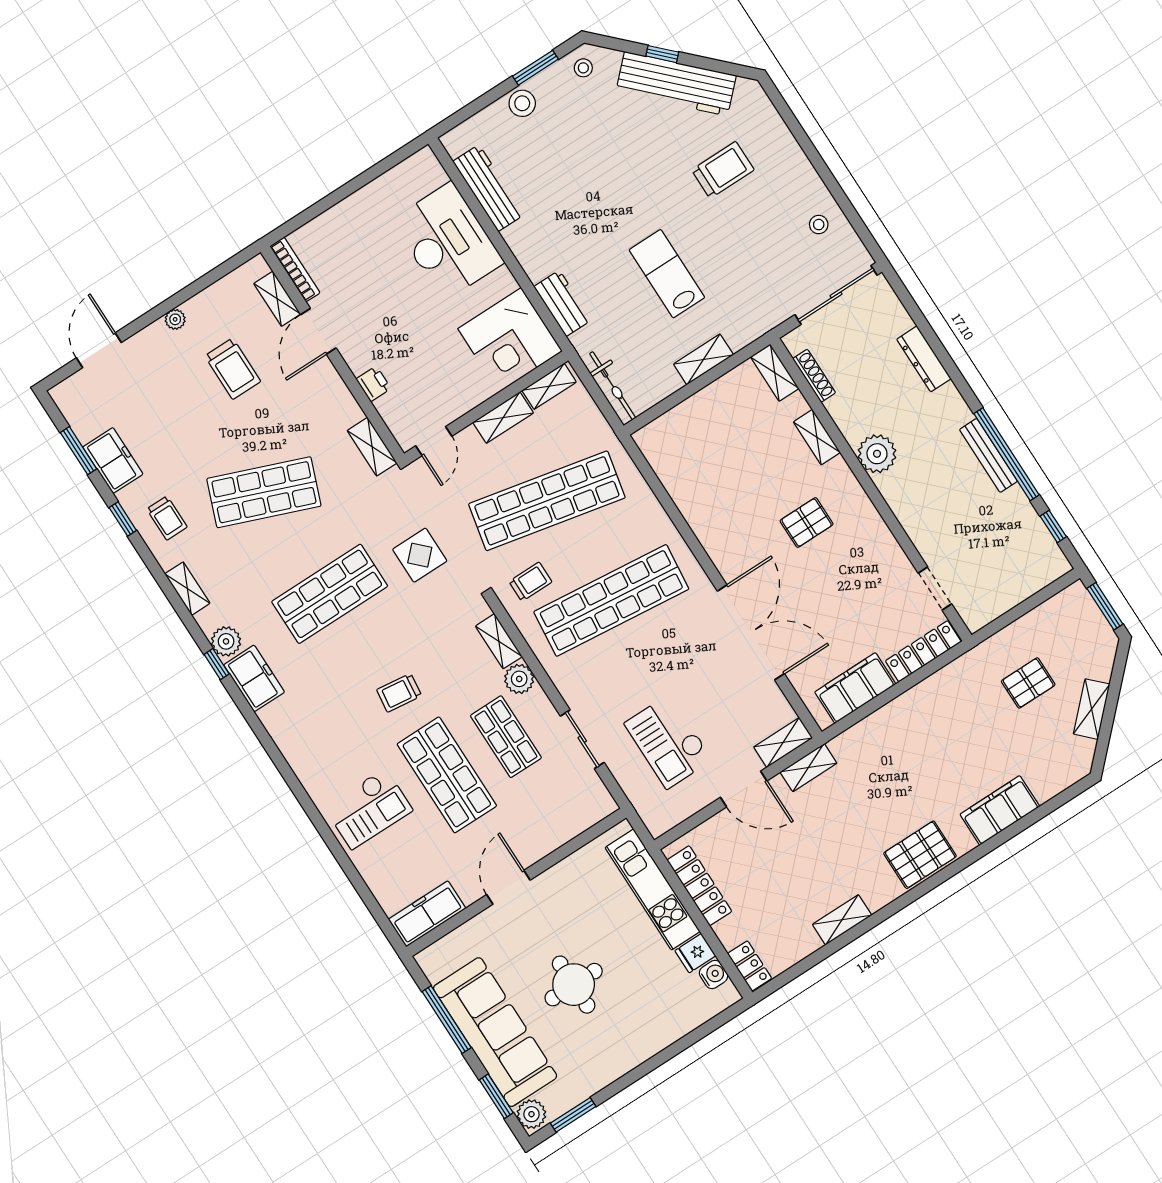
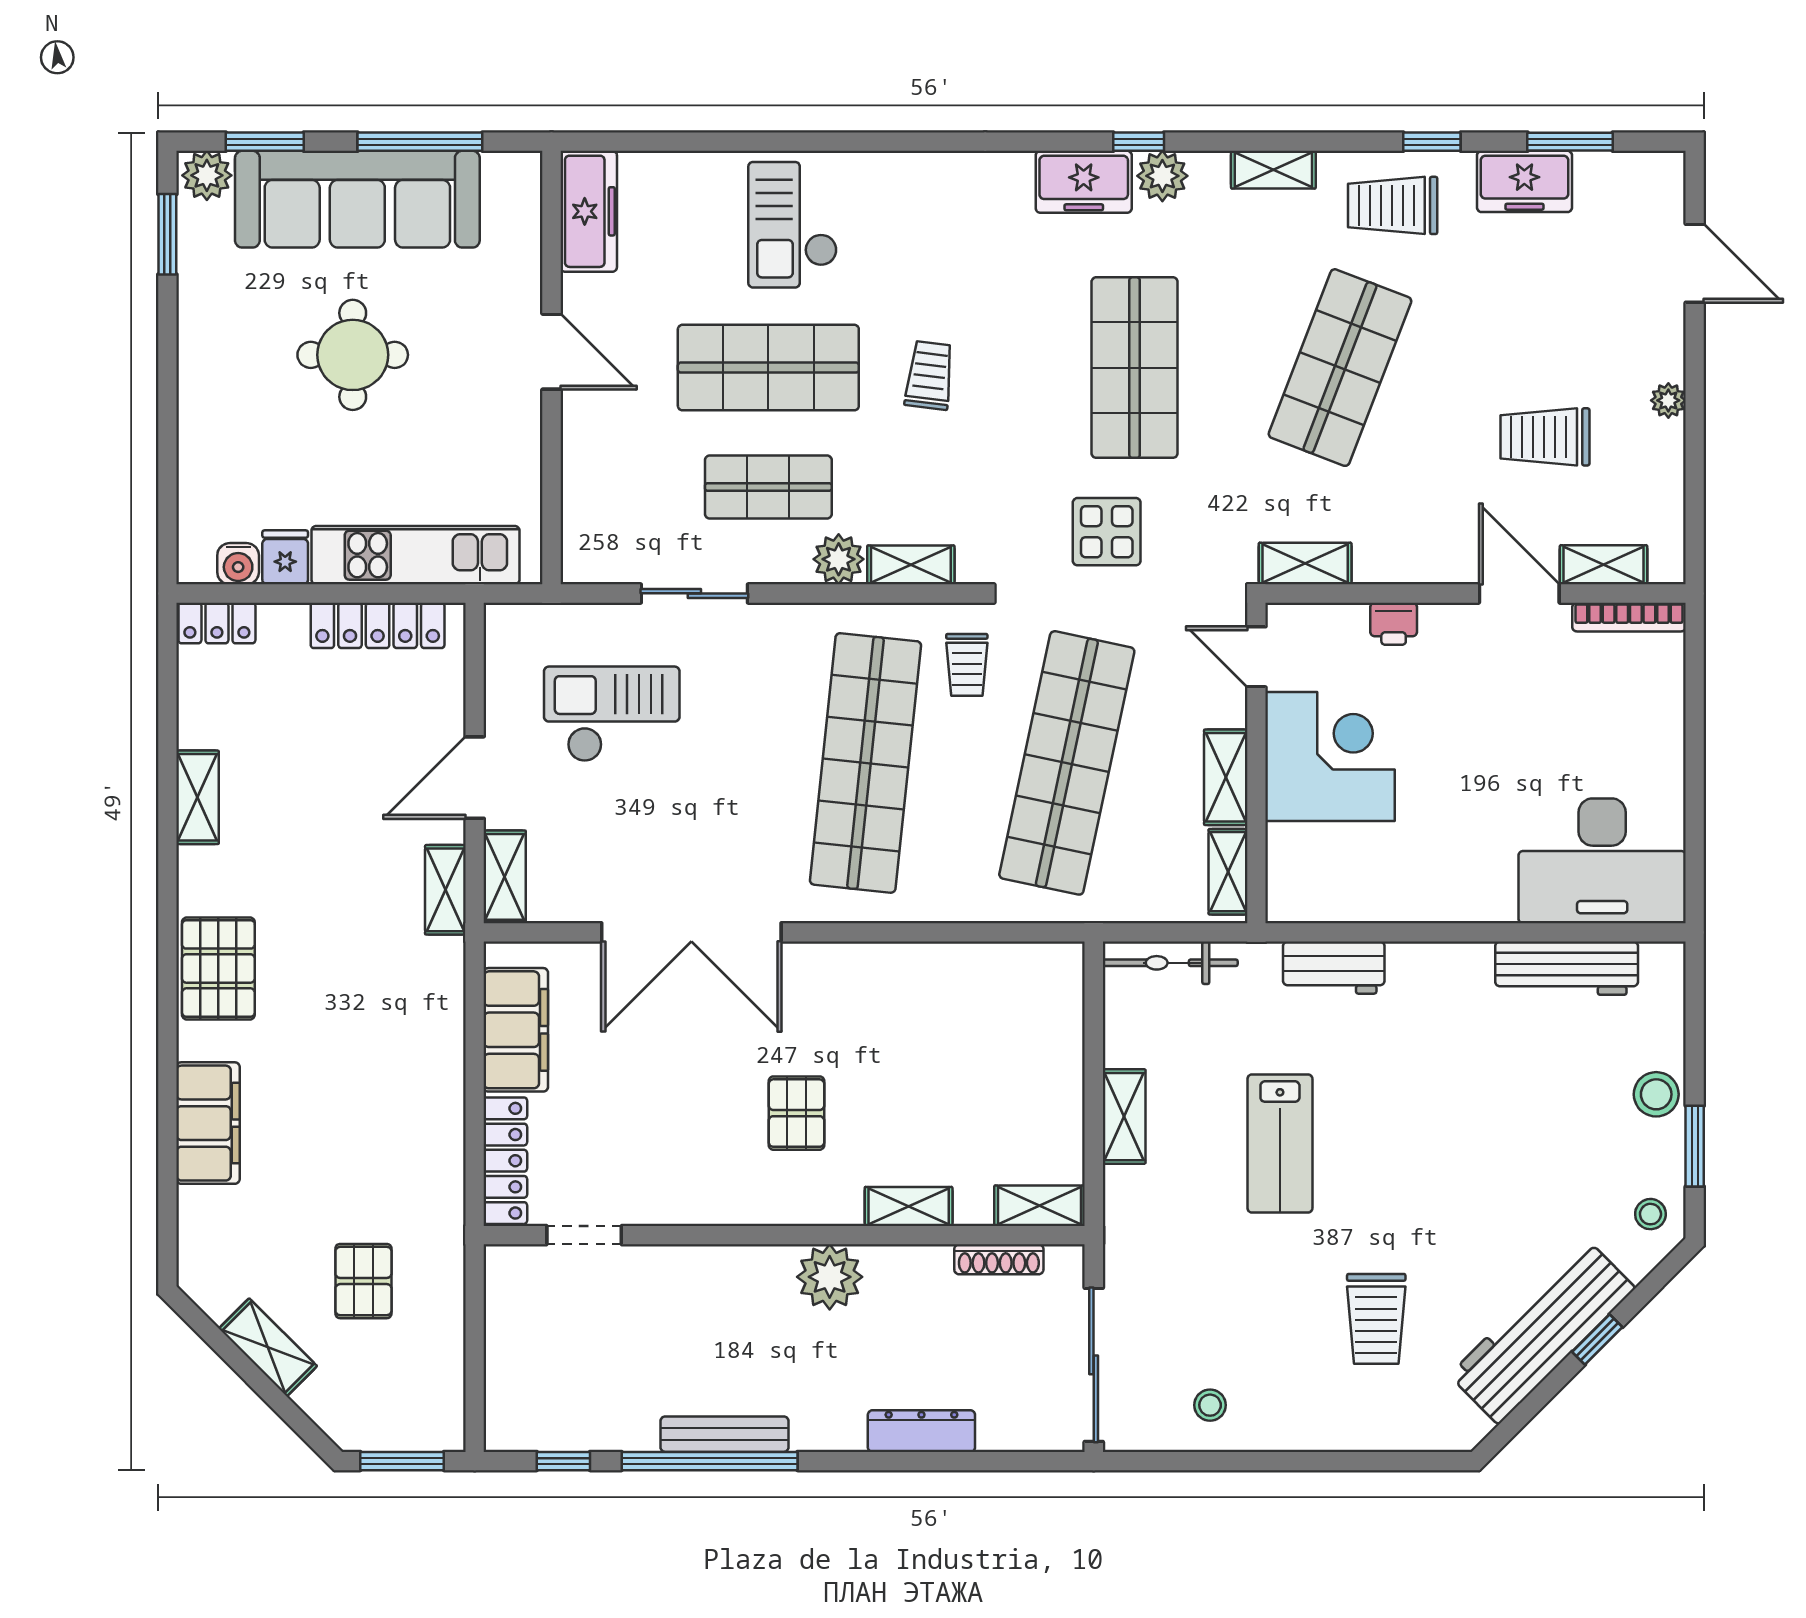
desk: (448, 241) -> (1602, 861), moved
lab bench: (667, 274) -> (1280, 1144), turned 90
corner desk: (510, 340) -> (1330, 757), moved, turned 90
trolley: (167, 518) -> (1393, 205), width x1.36, depth x1.39

